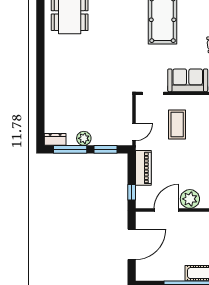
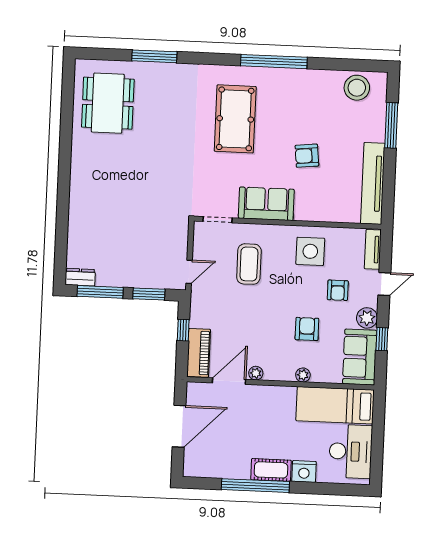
plant: (84, 138) -> (120, 277), removed
piano: (143, 168) -> (199, 353), moved
window: (132, 192) -> (183, 330), moved
plant: (190, 199) -> (256, 373), width x0.53, depth x0.53

